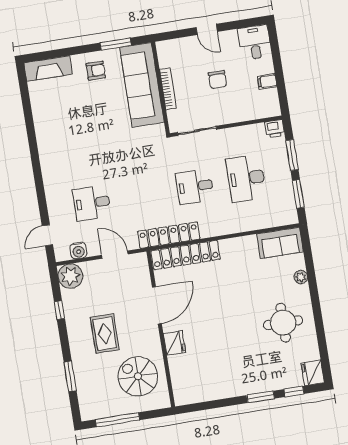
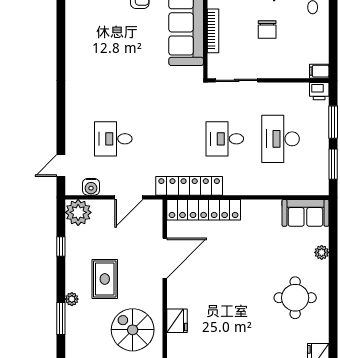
filing cabinet: (267, 82) -> (319, 71), moved
door: (115, 255) -> (129, 197), swing flipped
fridge: (175, 343) -> (177, 321), moved
plant: (77, 357) -> (72, 299), added

